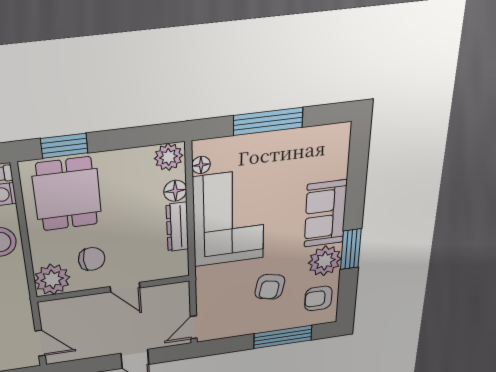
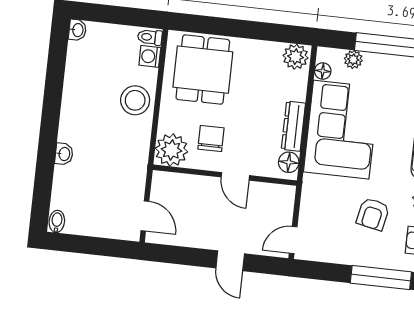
plant: (233, 145) -> (353, 60), added
window: (64, 146) -> (210, 25), removed
floor lamp: (175, 191) -> (289, 162), moved
chair: (92, 259) -> (211, 138), turned -88

